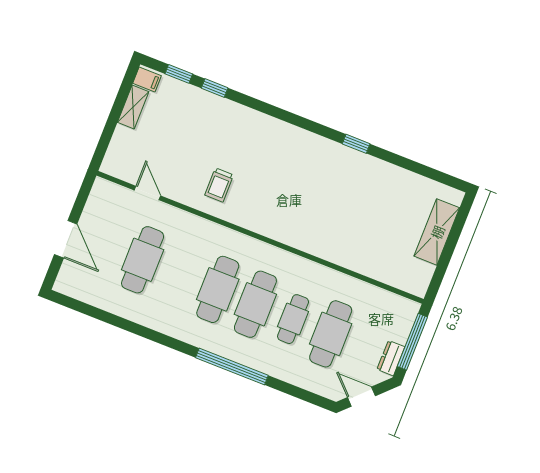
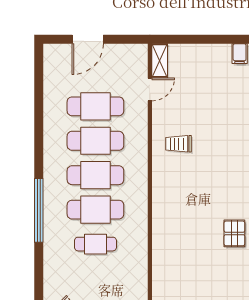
shelving: (133, 107) -> (160, 61), moved, turned 90
pallet: (341, 163) -> (234, 233), added
cafe table: (331, 334) -> (95, 141), moved

